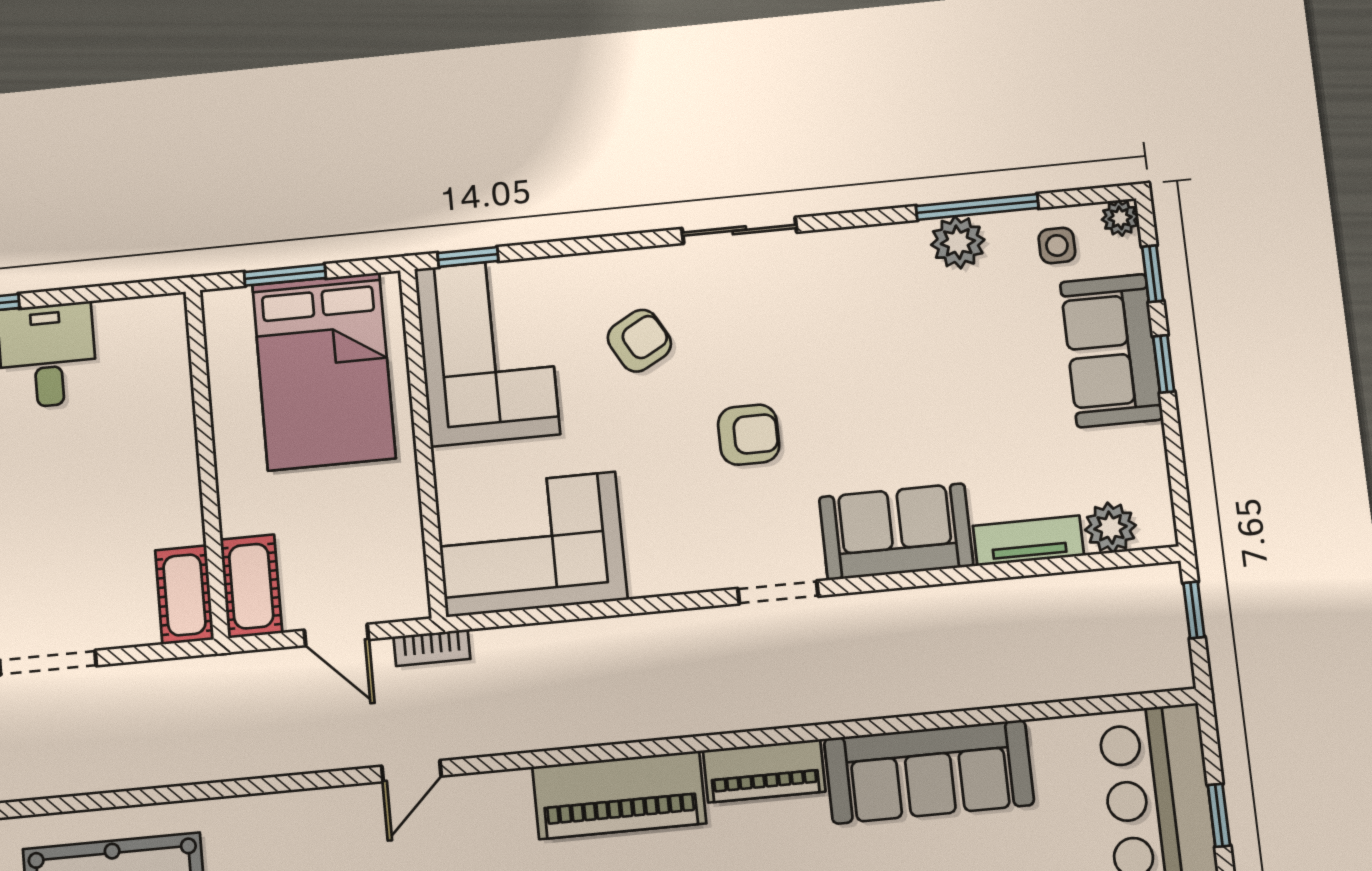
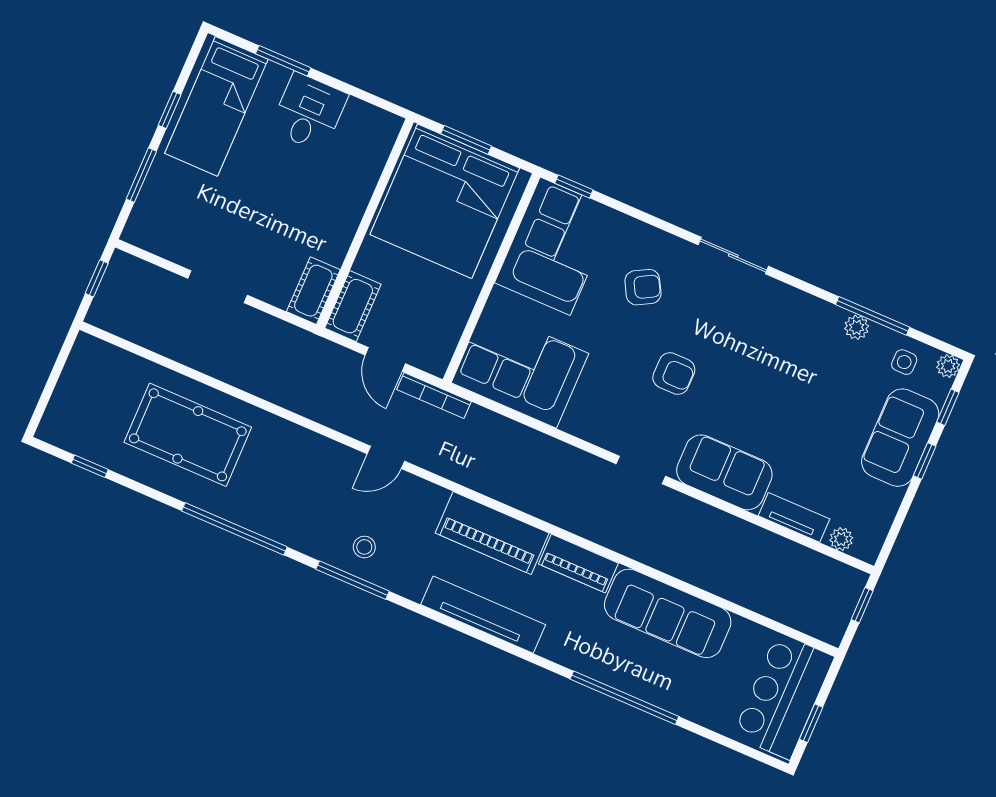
plant: (958, 242) -> (857, 327), width x0.73, depth x0.73
bed: (324, 371) -> (445, 201), width x1.36
plant: (1110, 528) -> (841, 539), width x0.73, depth x0.73
bookcase: (432, 648) -> (434, 396), width x1.56

